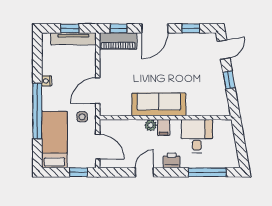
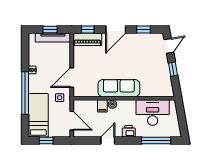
filing cabinet: (164, 127) -> (102, 106), moved
desk: (197, 136) -> (153, 113), width x1.37
window: (78, 172) -> (46, 140), moved

